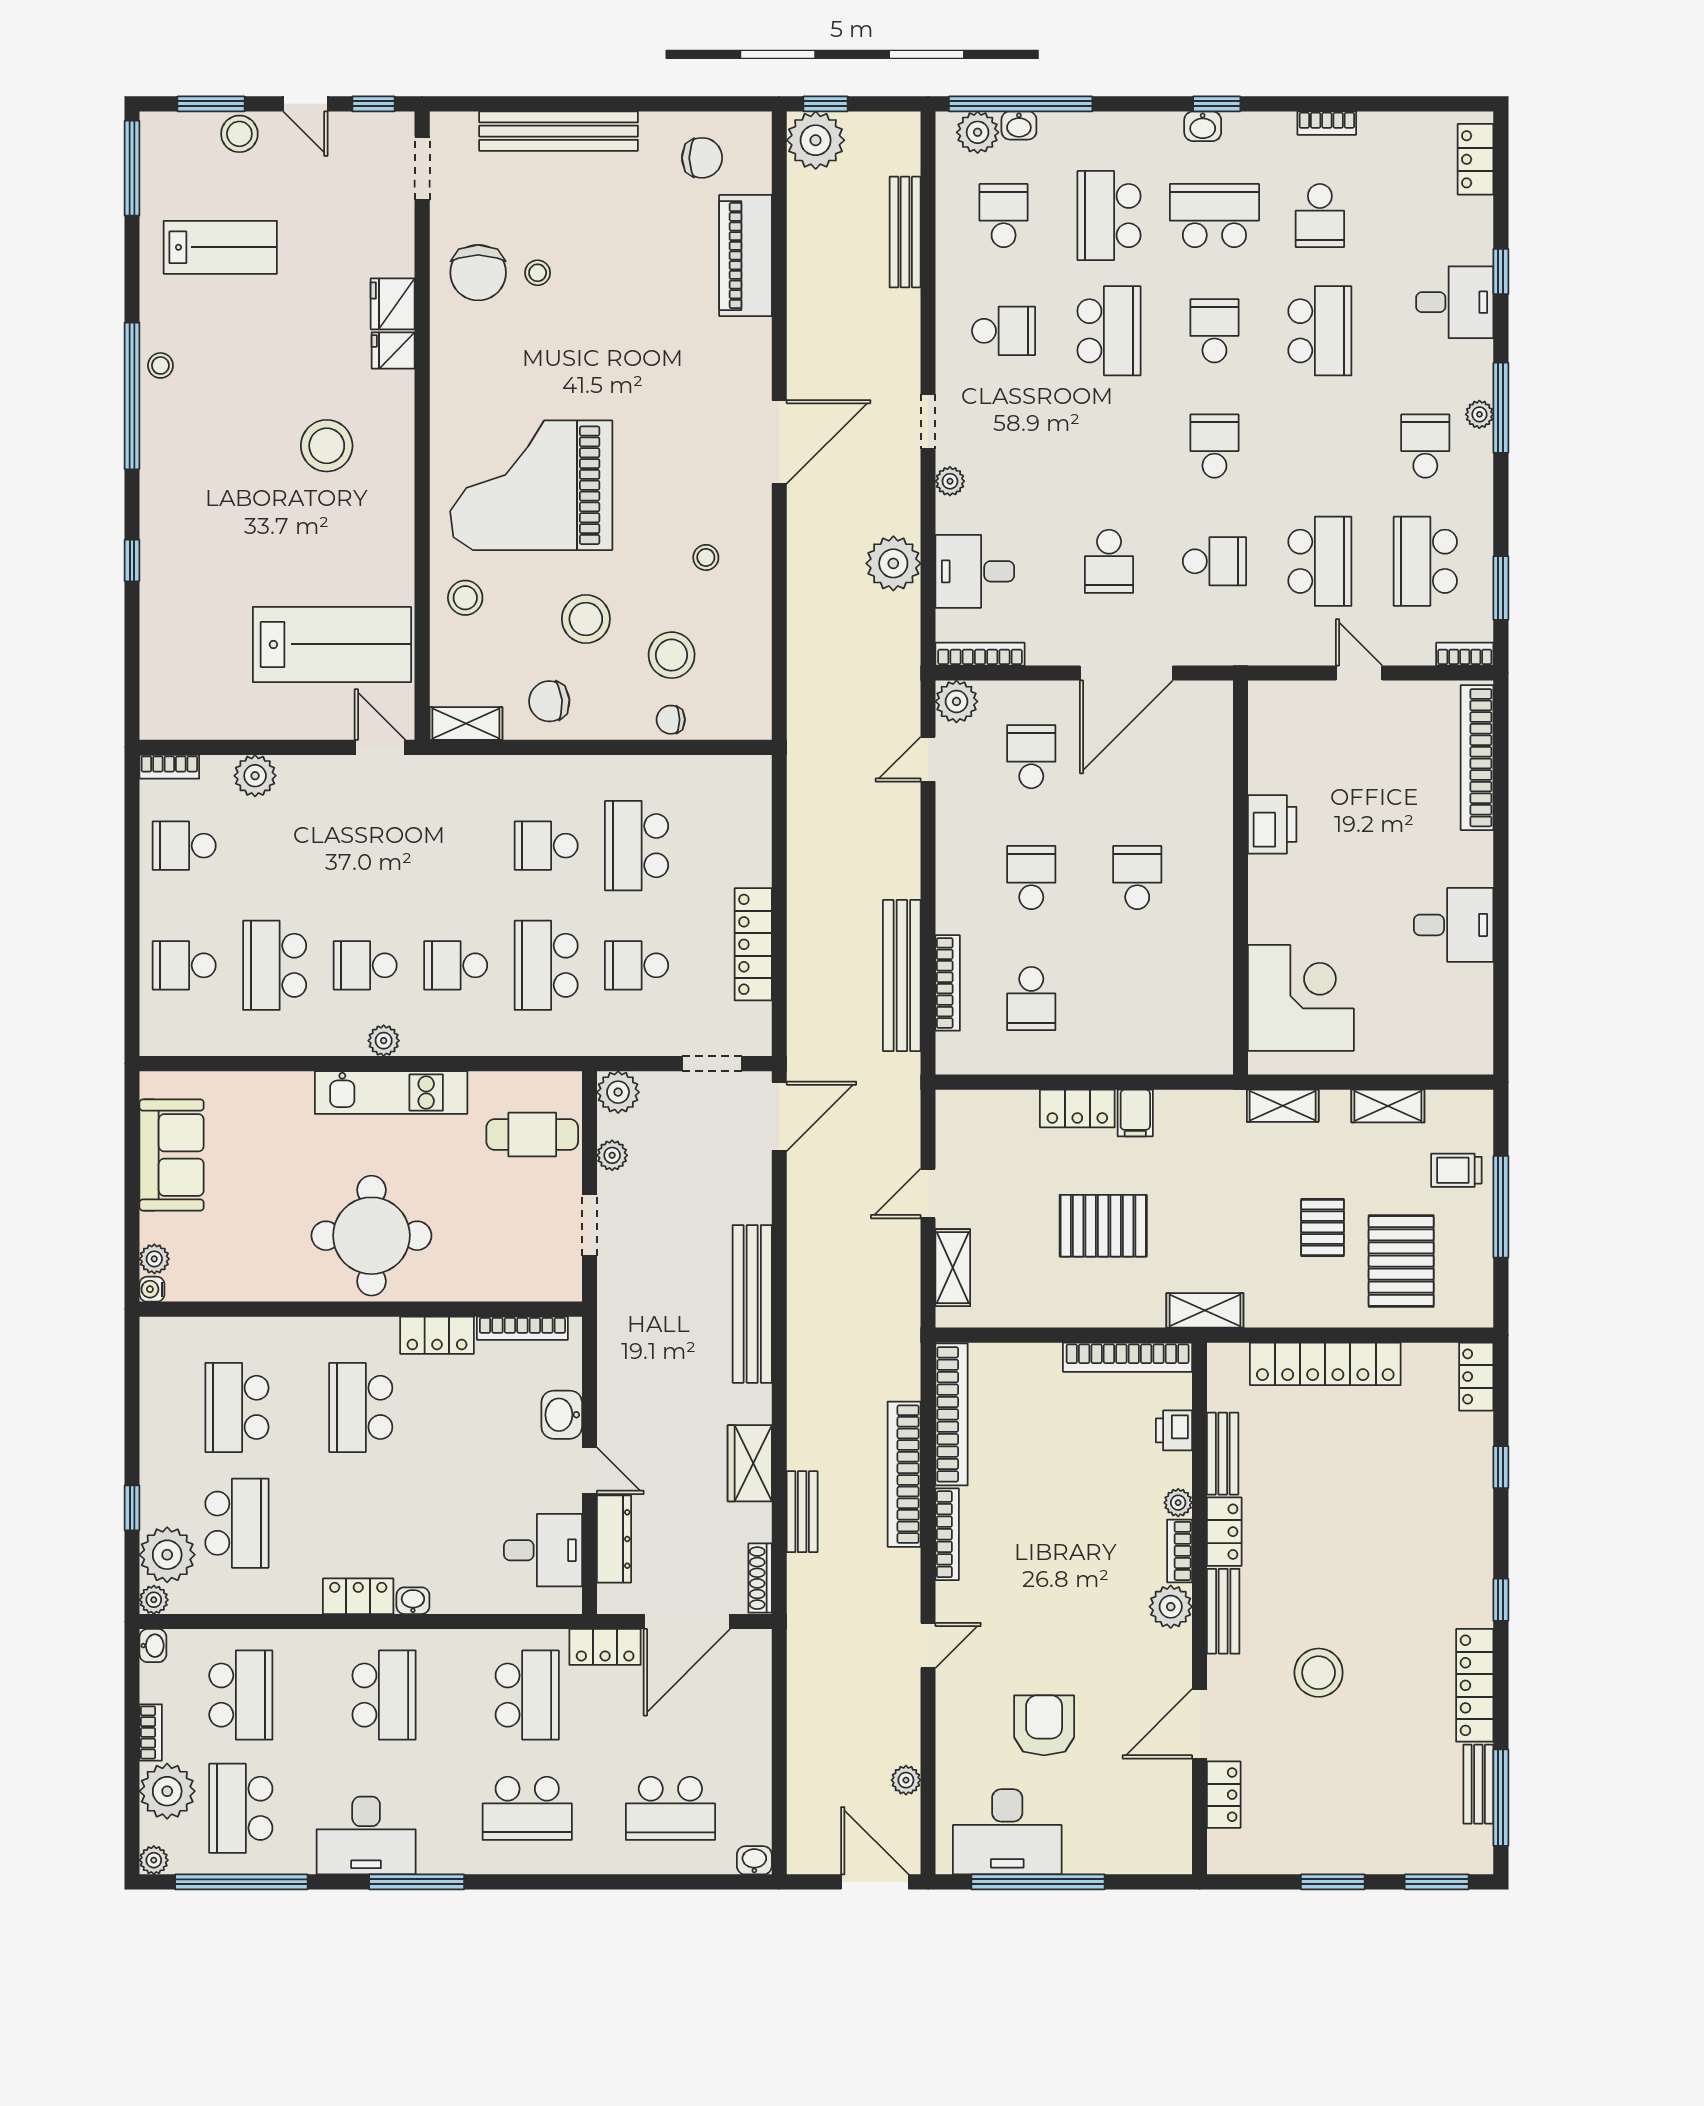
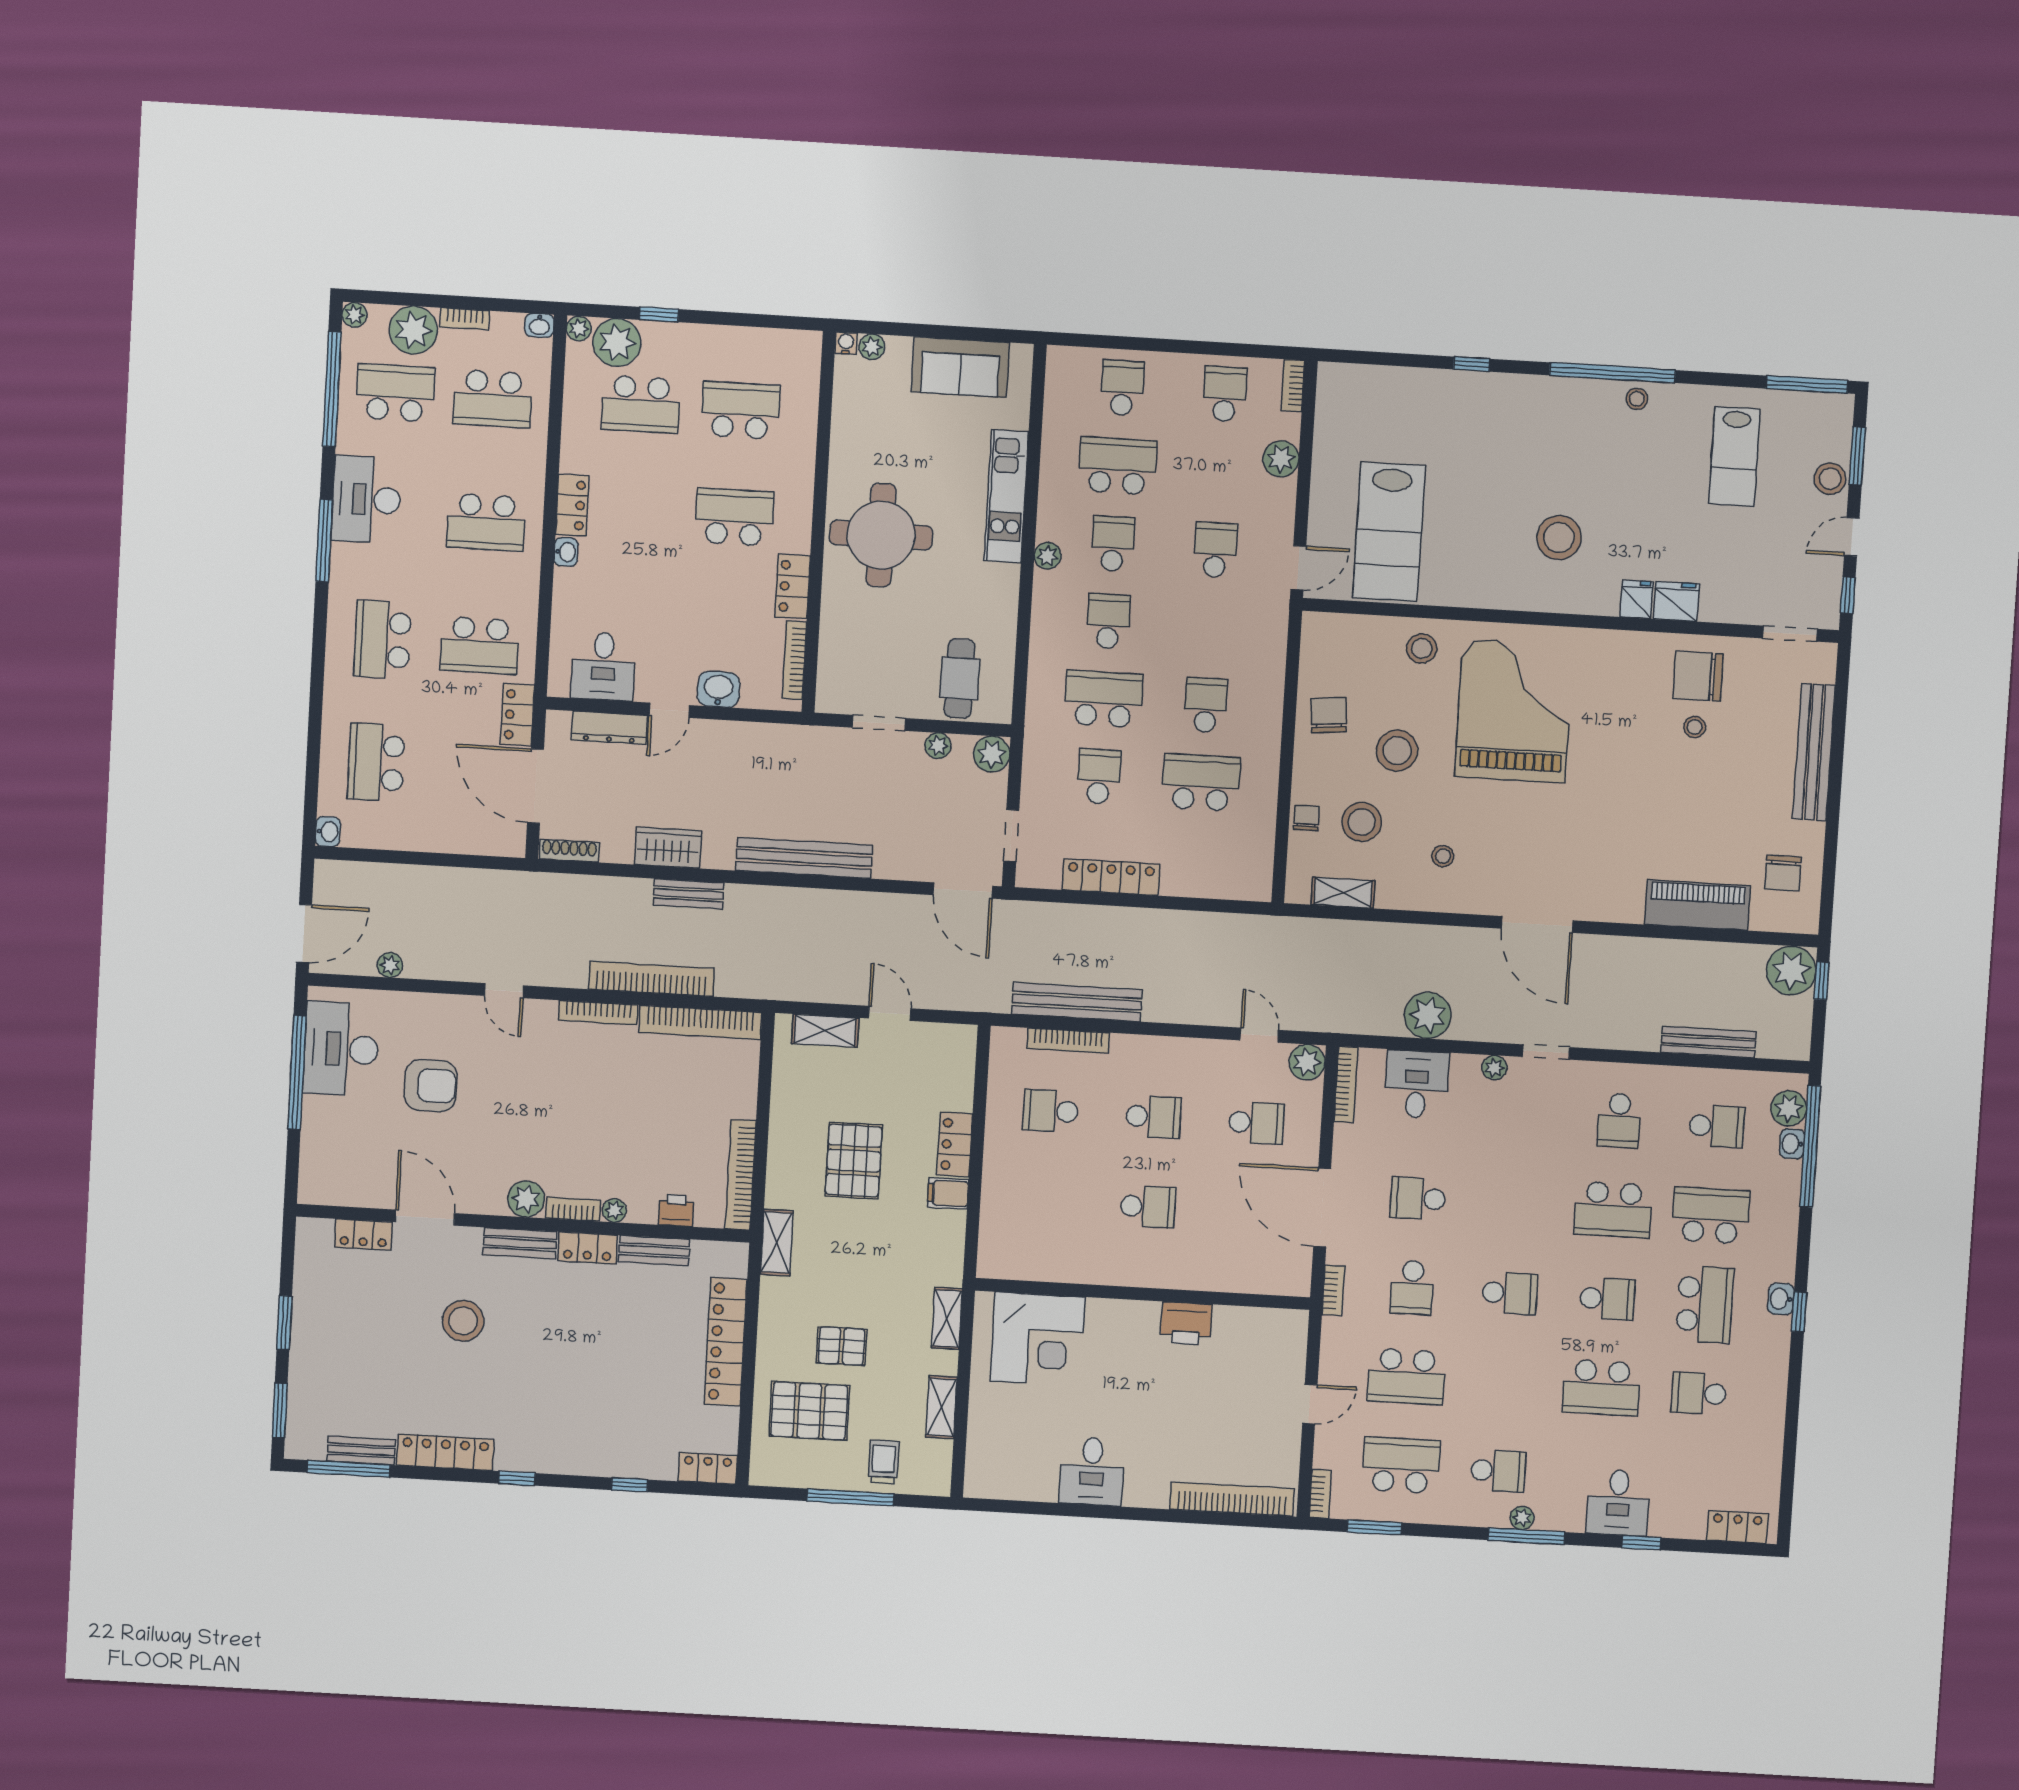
bookcase: (1327, 123) -> (1333, 1290), moved, turned 180
shelving: (466, 724) -> (1343, 893), moved, turned 90
school desk: (365, 846) -> (1215, 550), added
kitchen unit: (391, 1092) -> (1006, 496), moved
bench: (802, 1512) -> (688, 894), moved

